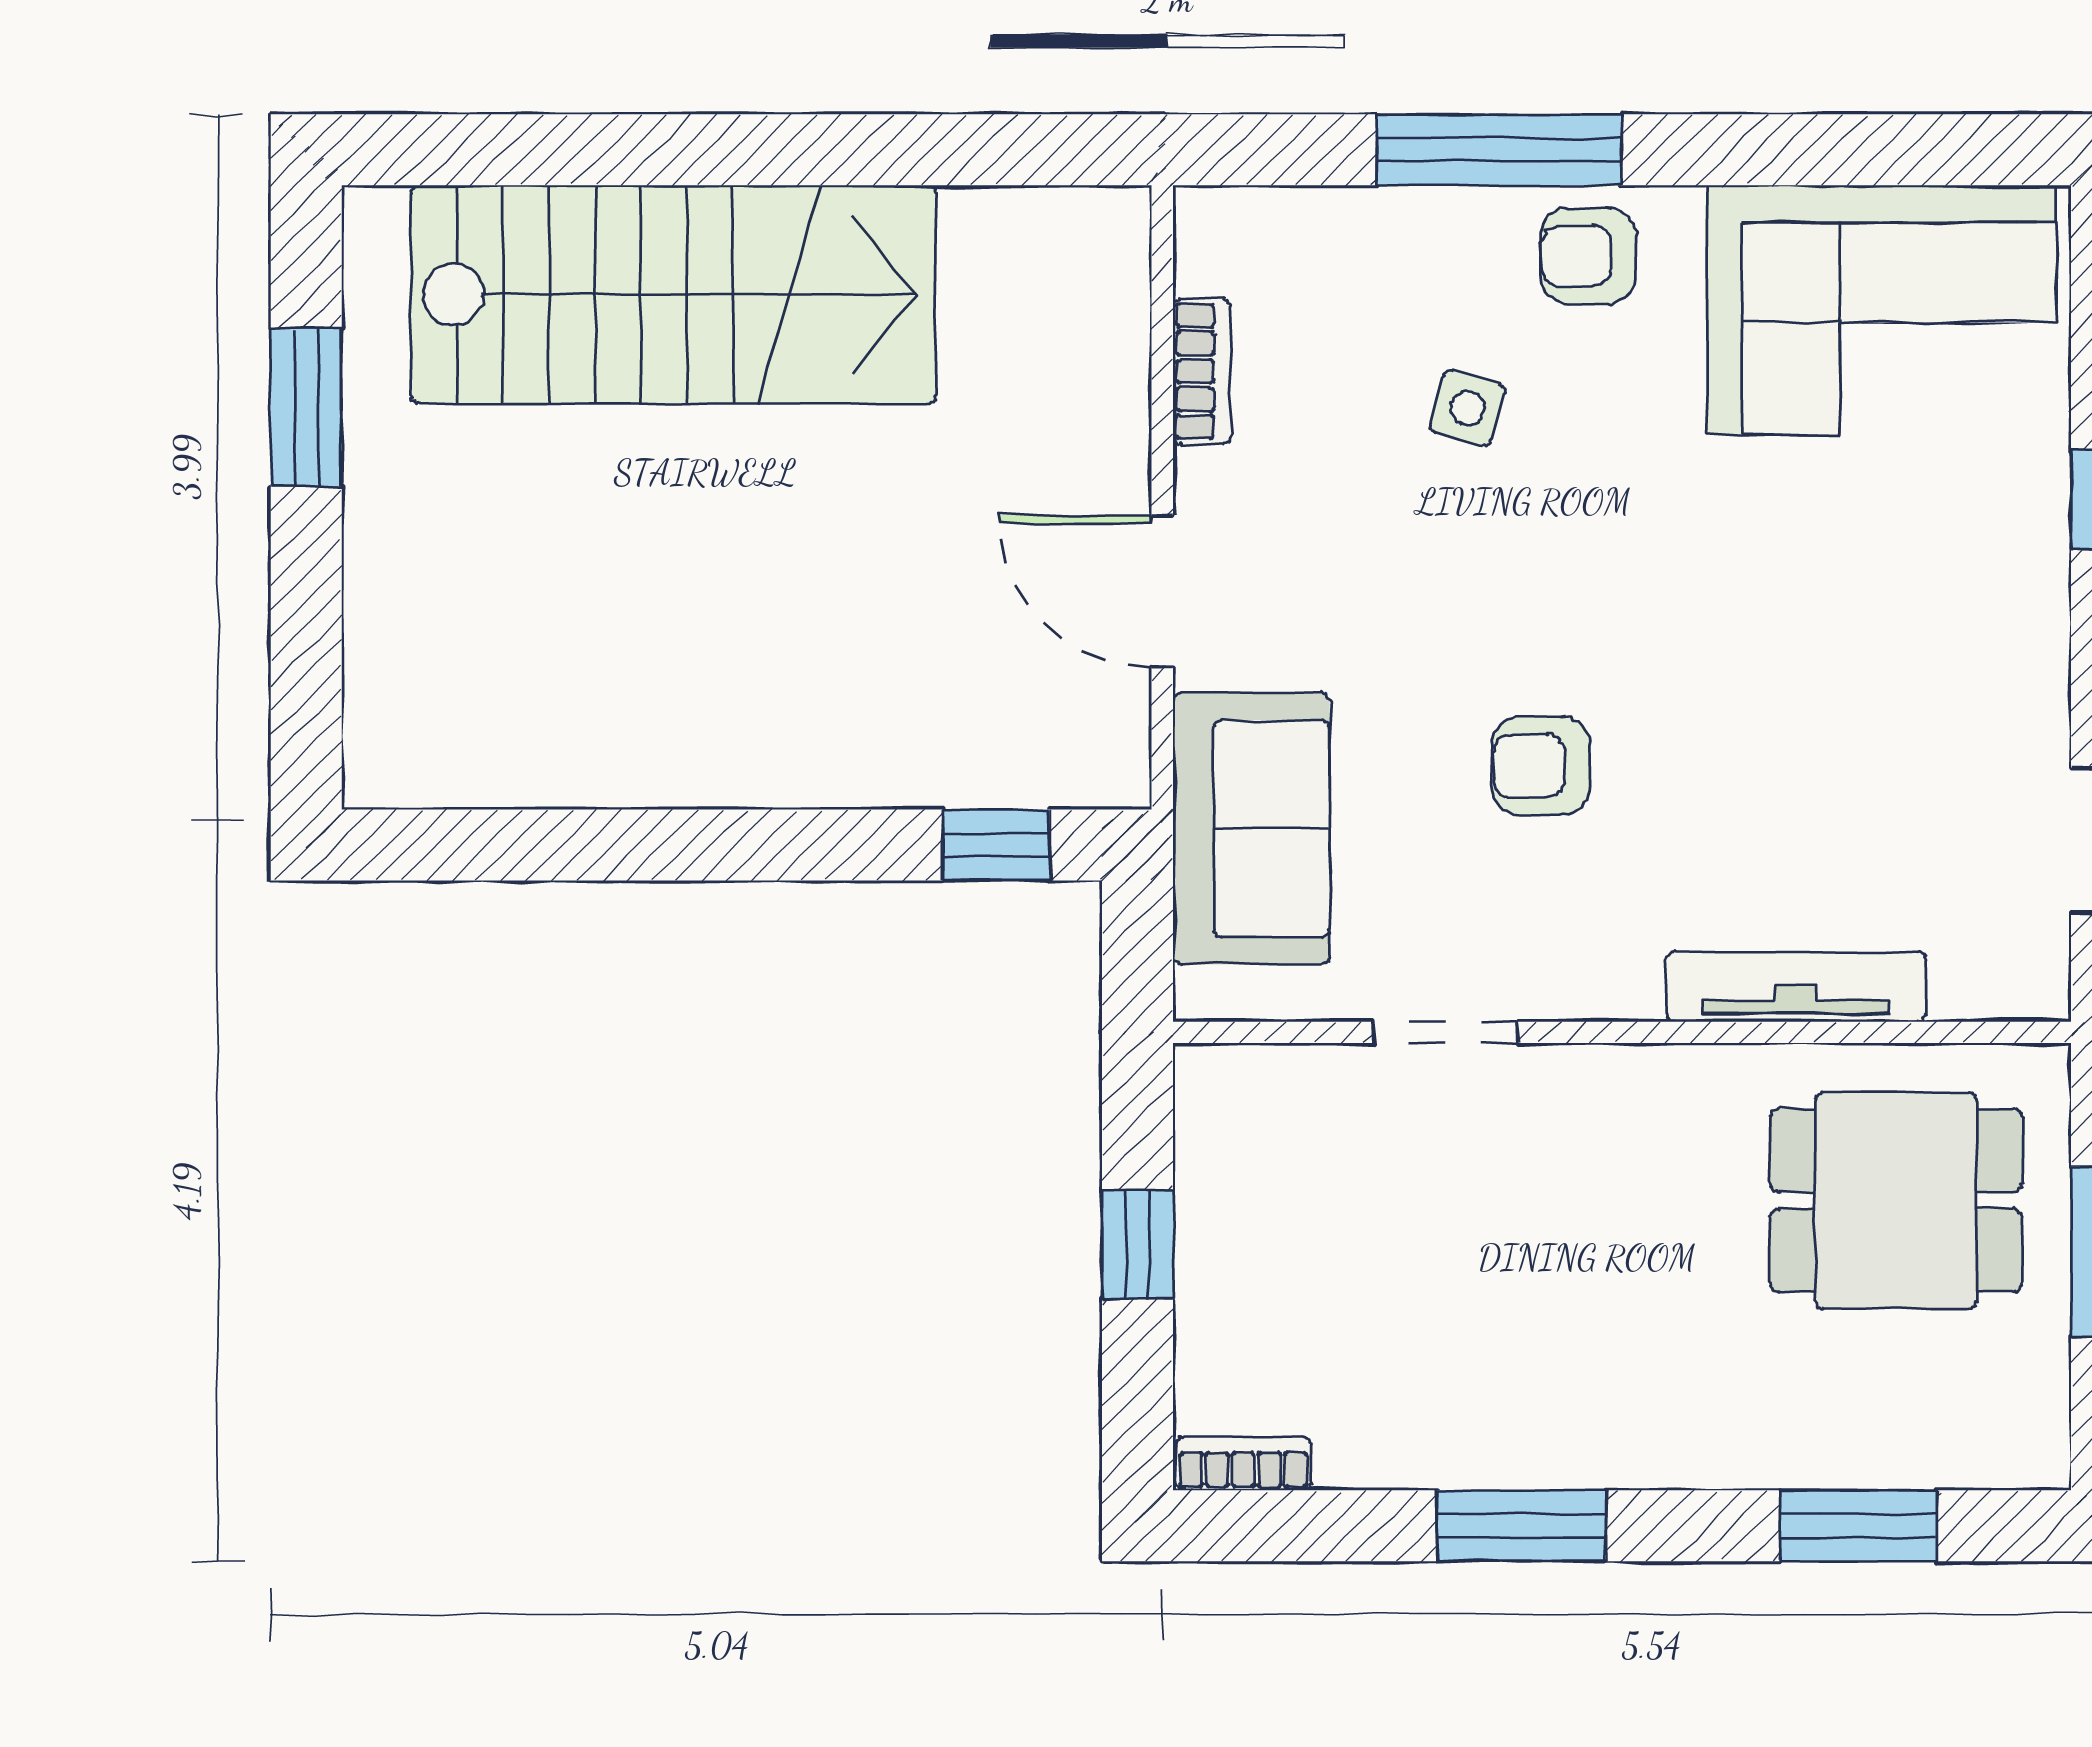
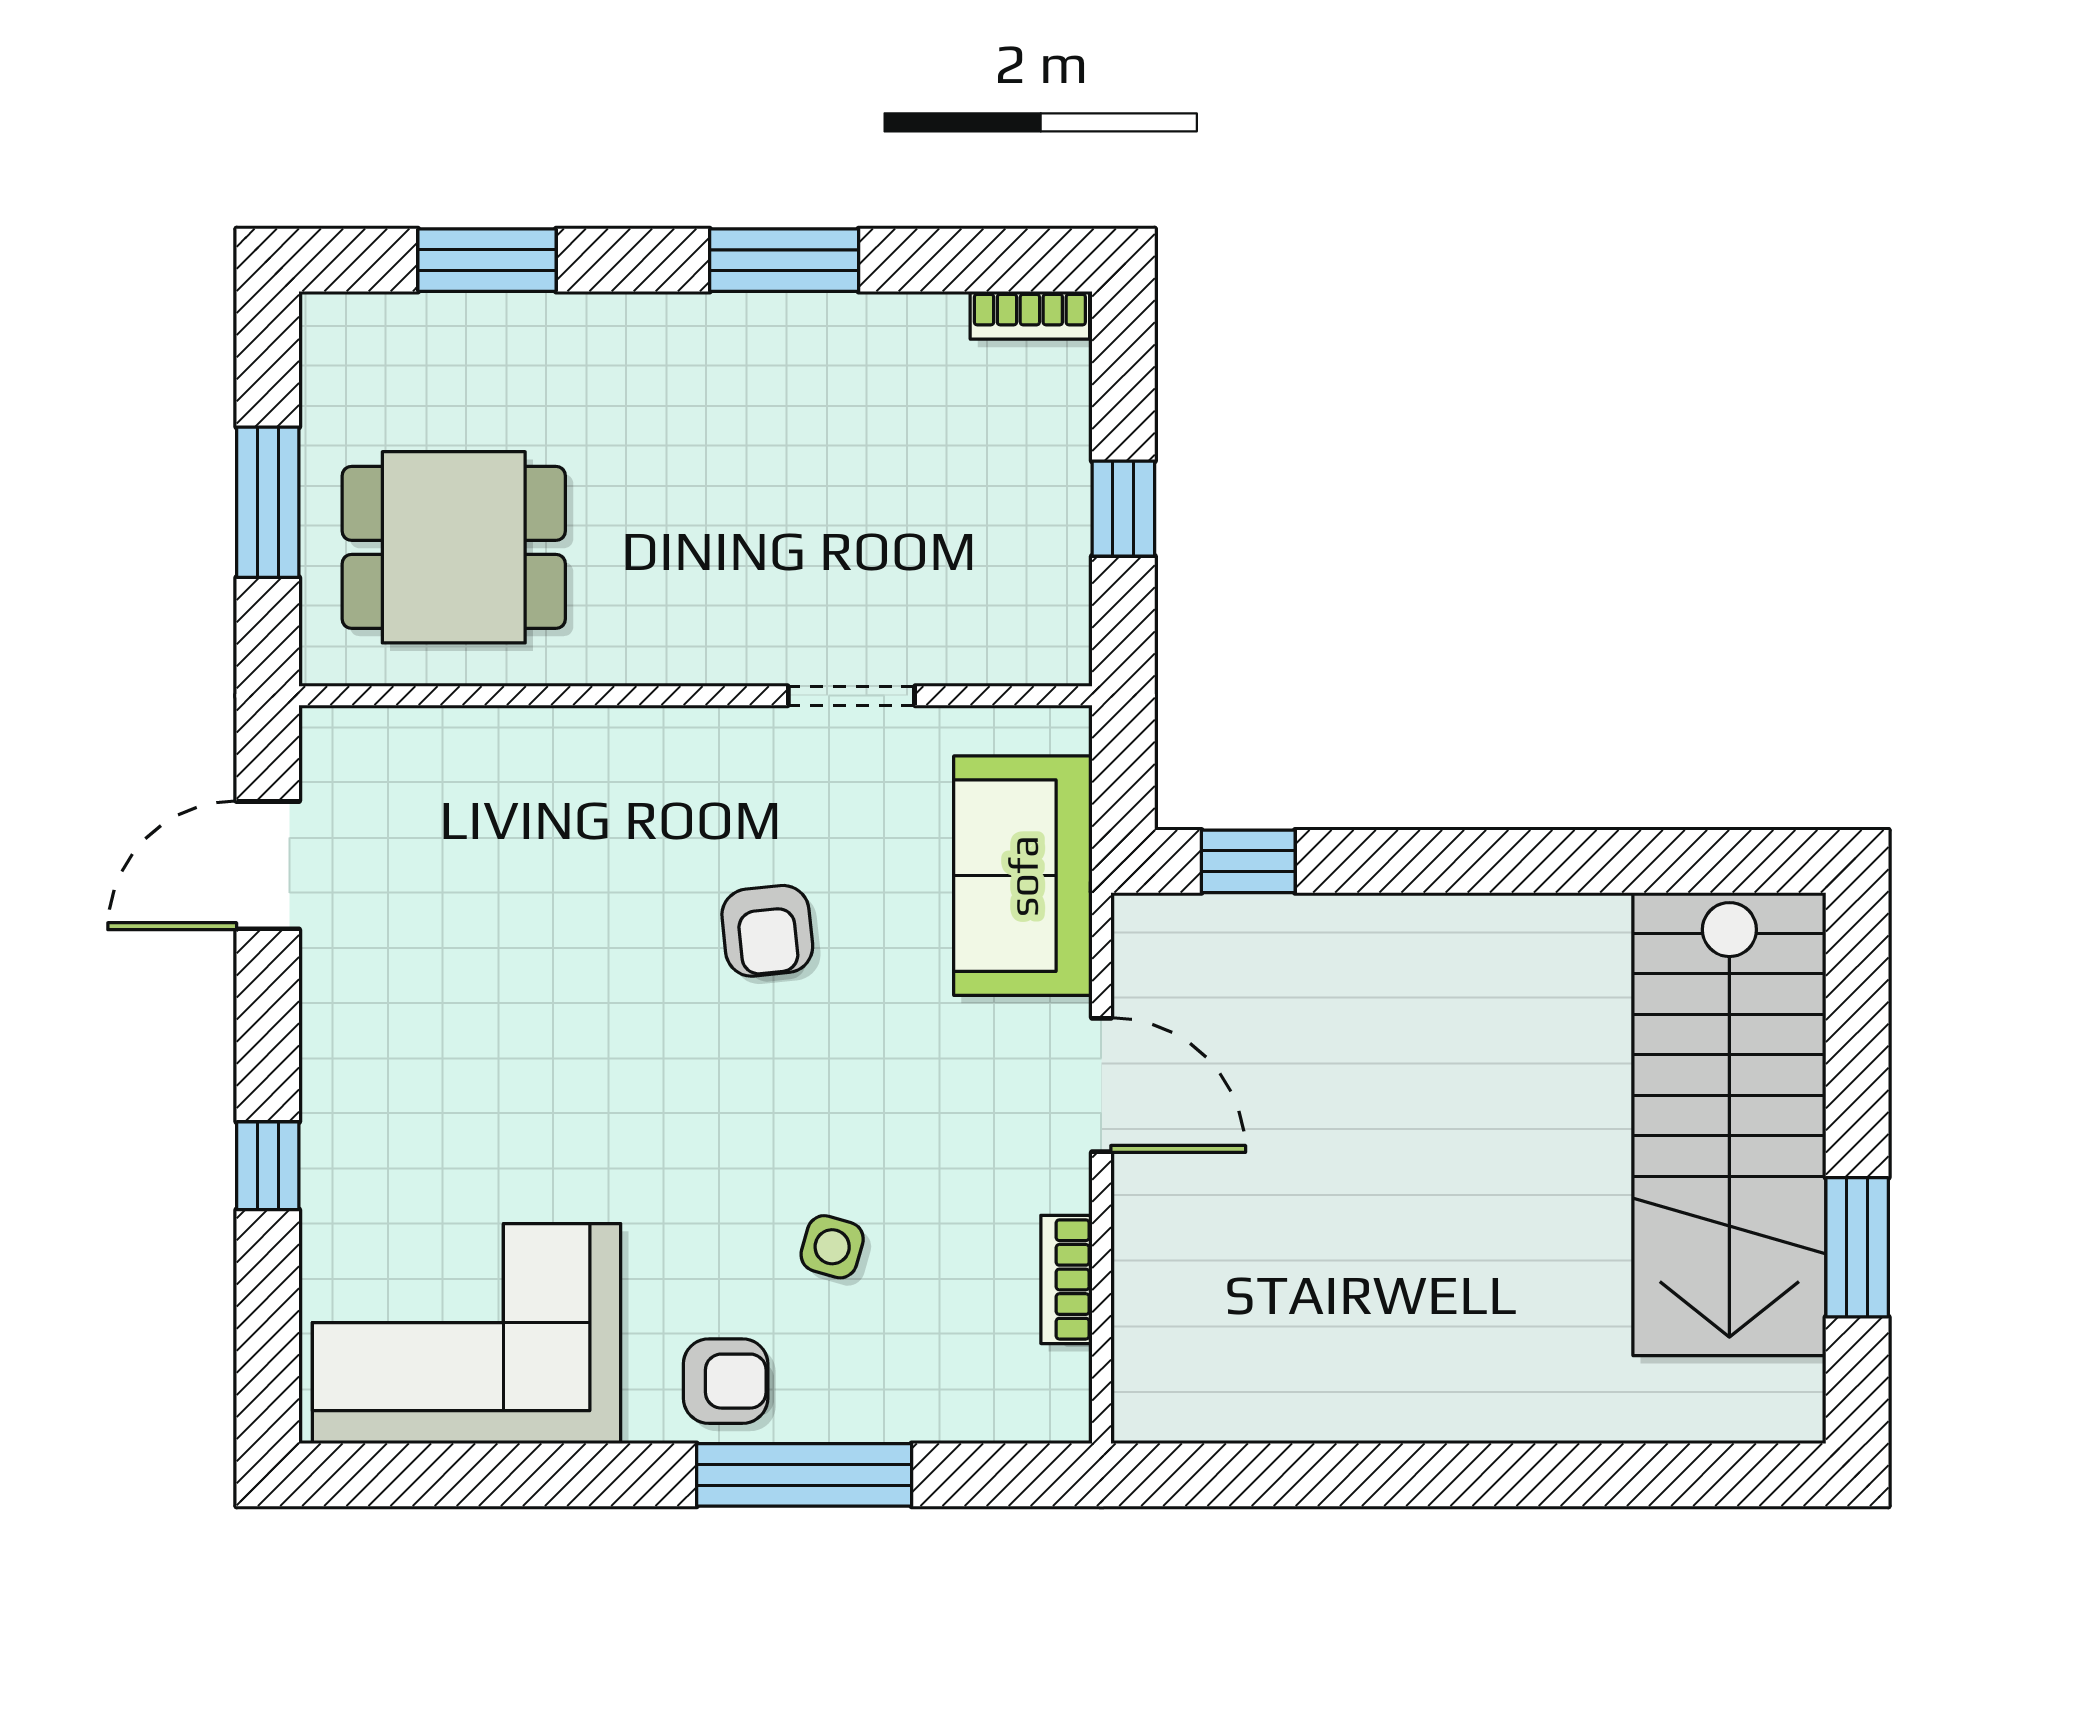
stairs: (674, 295) -> (1729, 1124), moved, turned -90
armchair: (1541, 766) -> (767, 931), turned 84
tv unit: (1796, 987) -> (542, 736), removed

